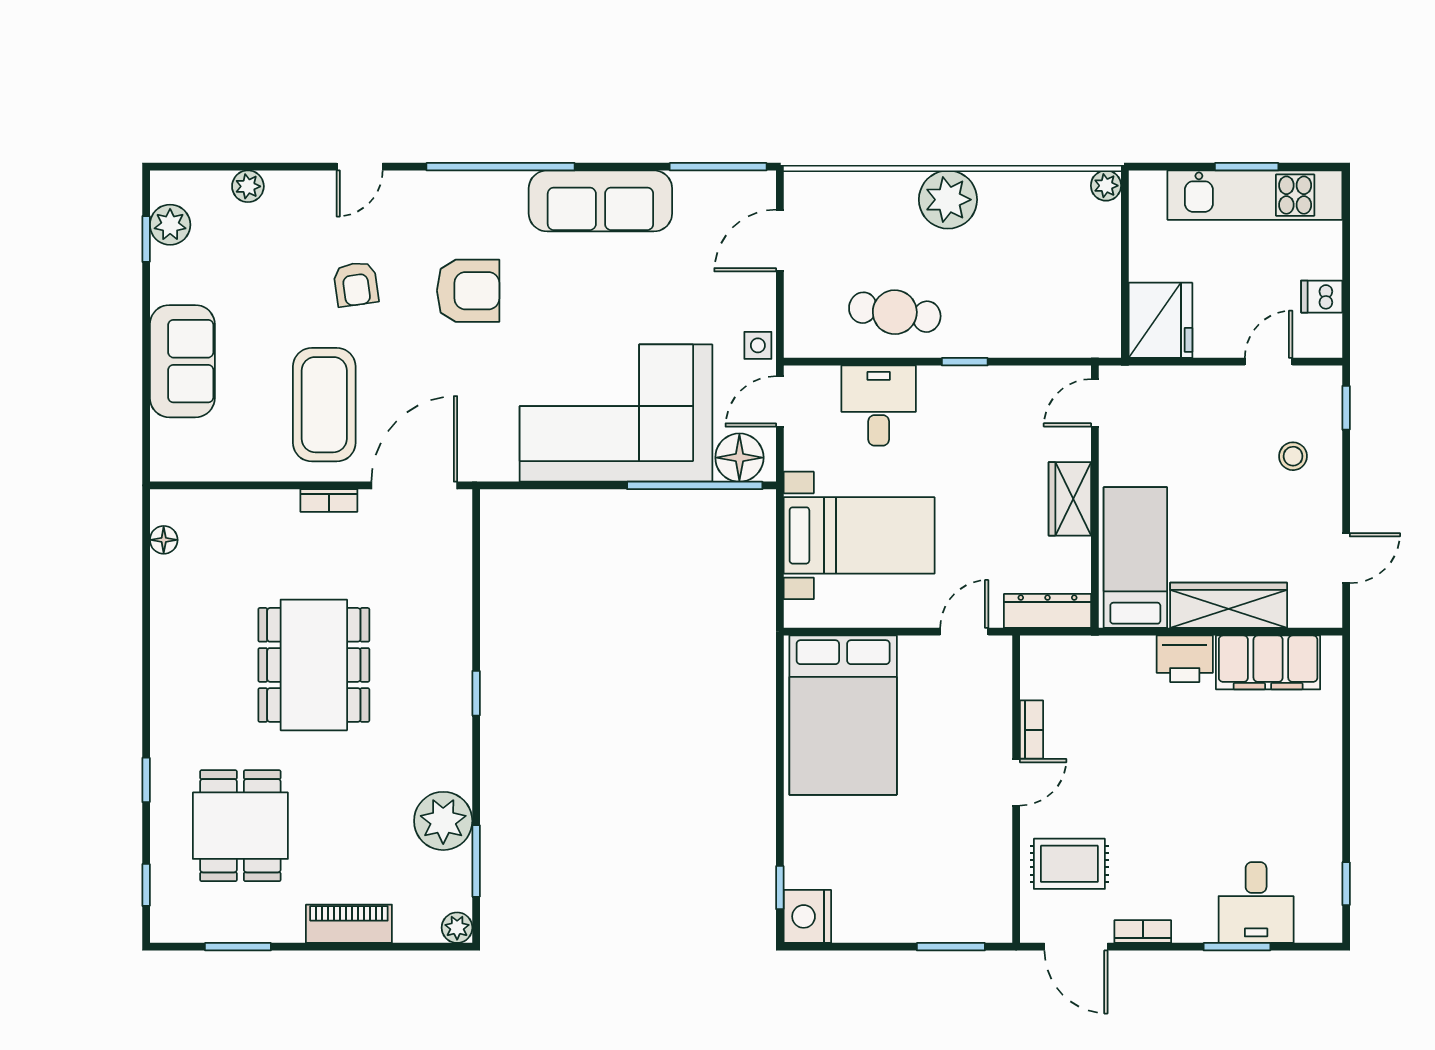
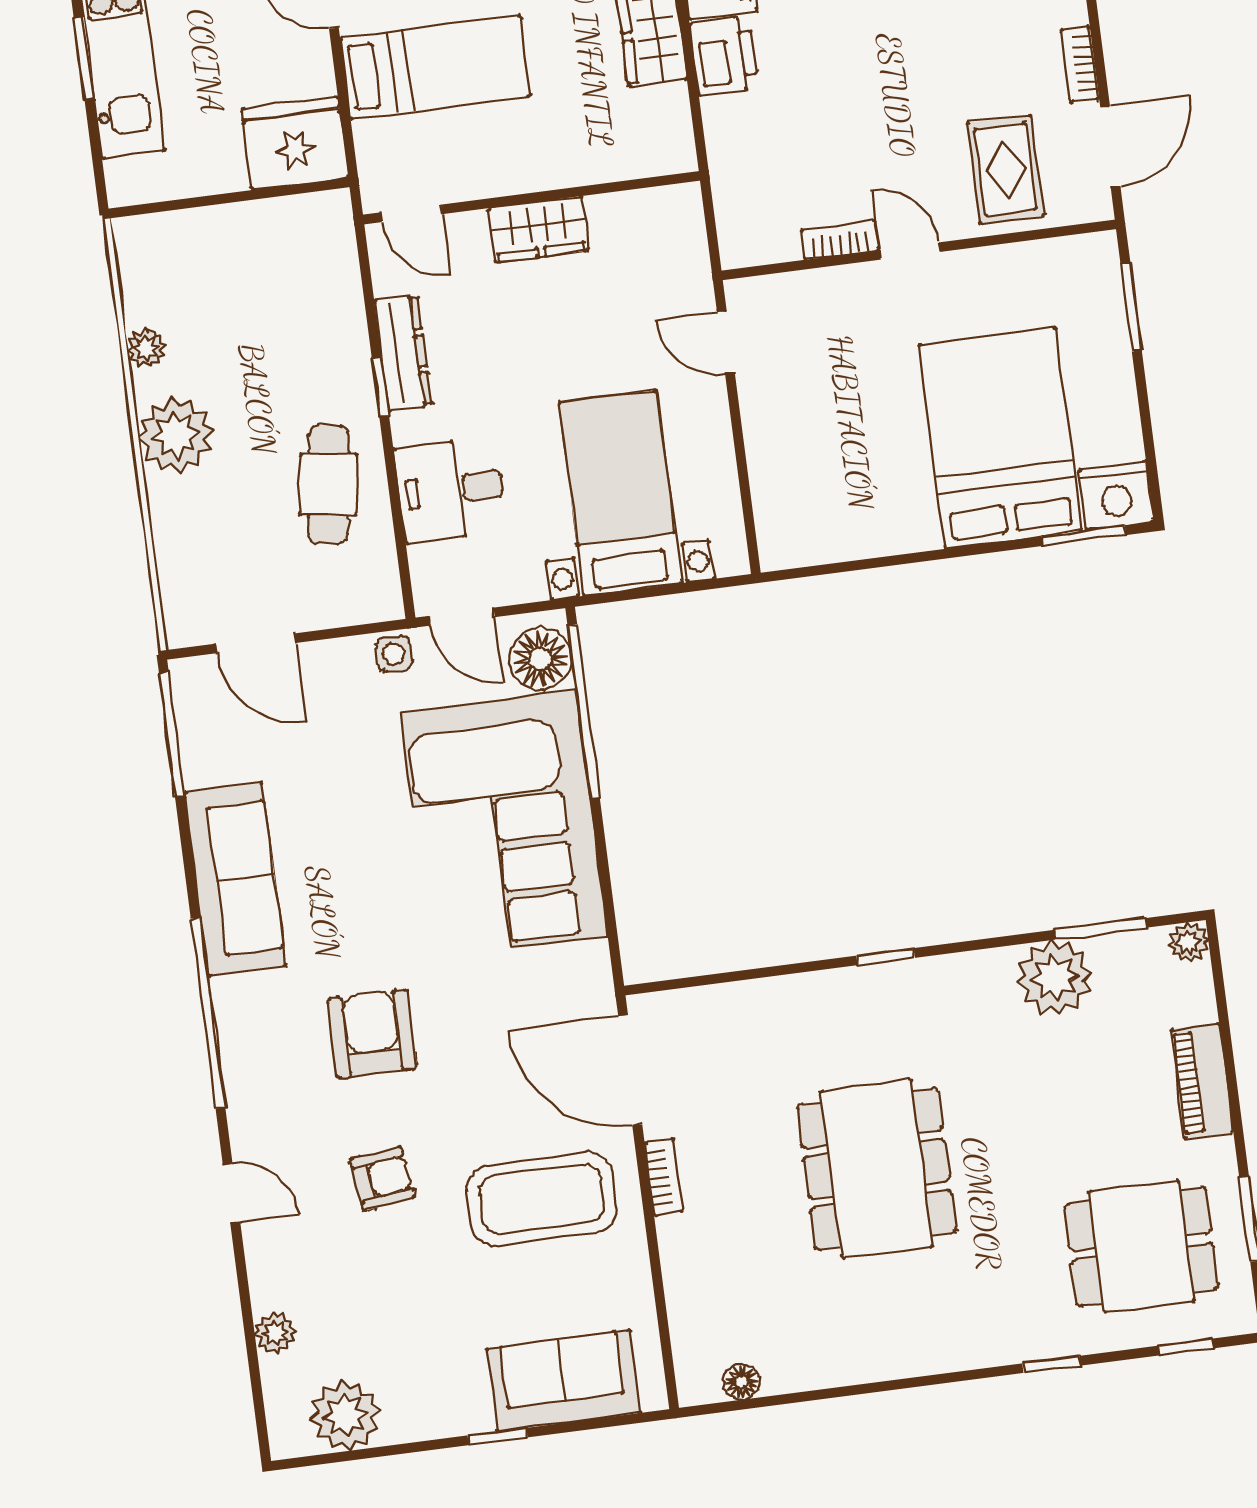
plant: (1106, 186) -> (146, 348), moved
plant: (170, 225) -> (345, 1415), width x1.36, depth x1.36
window: (146, 239) -> (498, 1436), moved
sofa: (182, 361) -> (564, 1381), moved
bed: (1135, 558) -> (435, 67), moved, turned 180
dresser: (1048, 611) -> (403, 353), moved, turned 180
dining table: (314, 665) -> (876, 1169), turned 90
bed: (843, 715) -> (1000, 438), moved, turned -90
dining table: (240, 826) -> (1141, 1246), moved
window: (780, 888) -> (1084, 536), width x1.50

